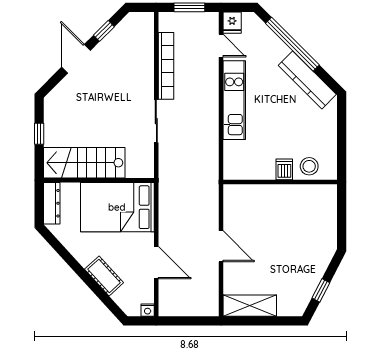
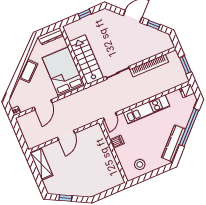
door: (221, 46) -> (110, 117), moved
stairs: (84, 163) -> (86, 60), moved
stool: (309, 166) -> (140, 164), moved
dishwasher: (284, 169) -> (117, 142), moved
cot: (104, 276) -> (28, 71), moved

